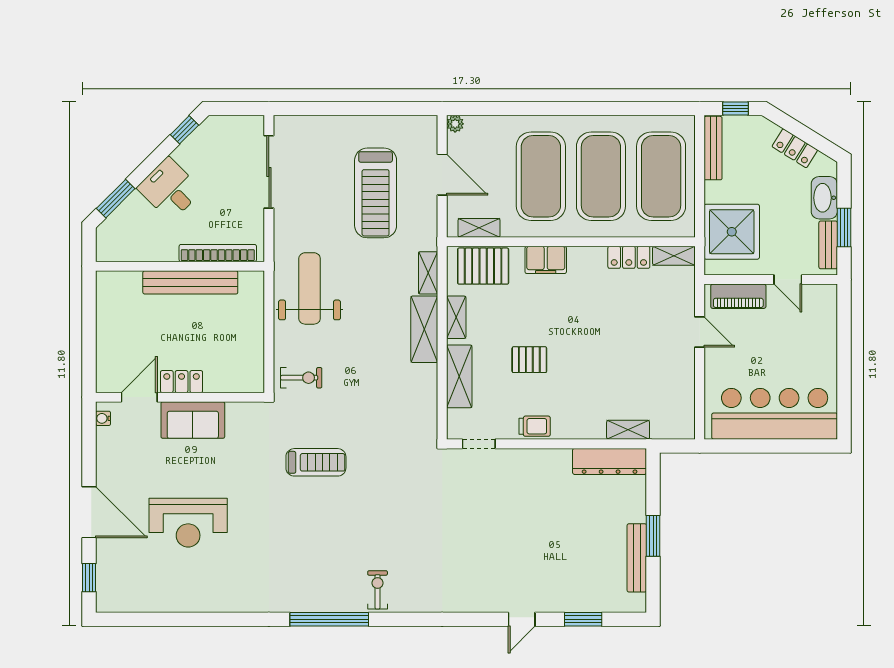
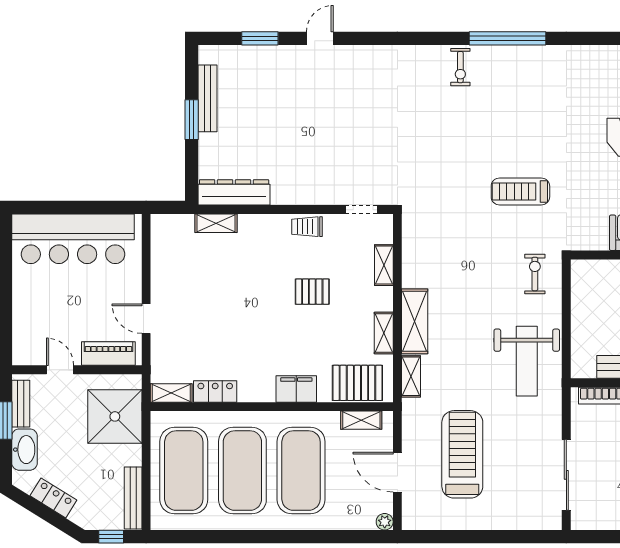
shelving: (459, 376) -> (384, 265), width x0.67, depth x0.75
exercise bike: (301, 378) -> (535, 274), turned 90

